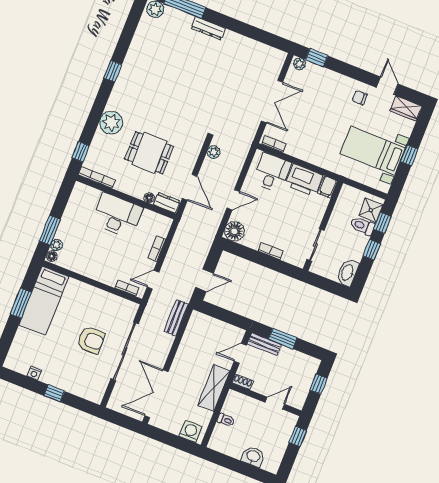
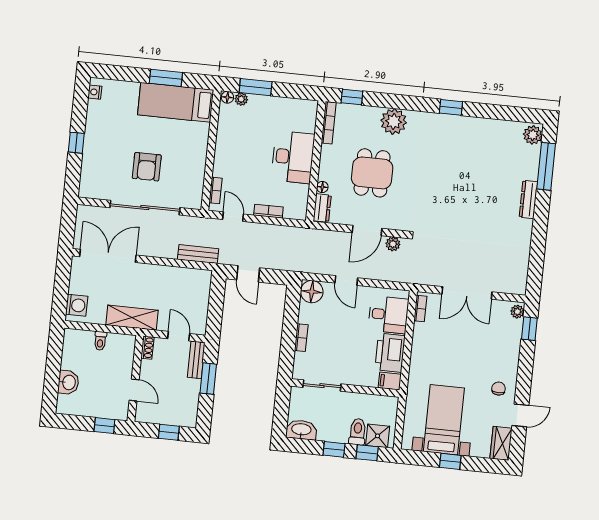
door: (190, 187) -> (367, 231), moved
nightstand: (34, 373) -> (95, 92), moved

